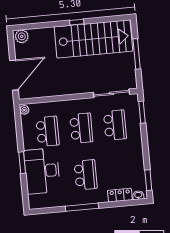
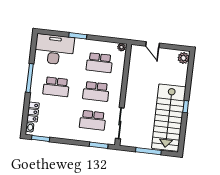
door: (14, 75) -> (152, 45), width x0.53
desk: (42, 171) -> (54, 49), moved

